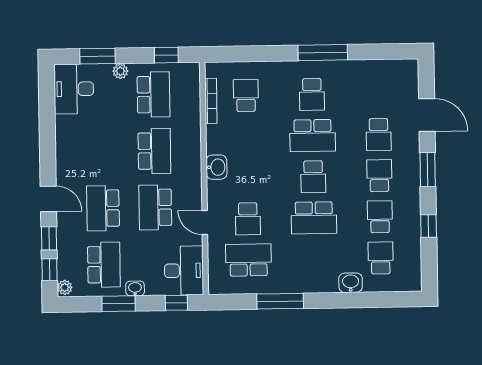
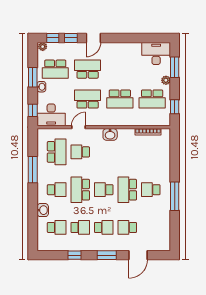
school desk: (246, 95) -> (57, 190), moved

